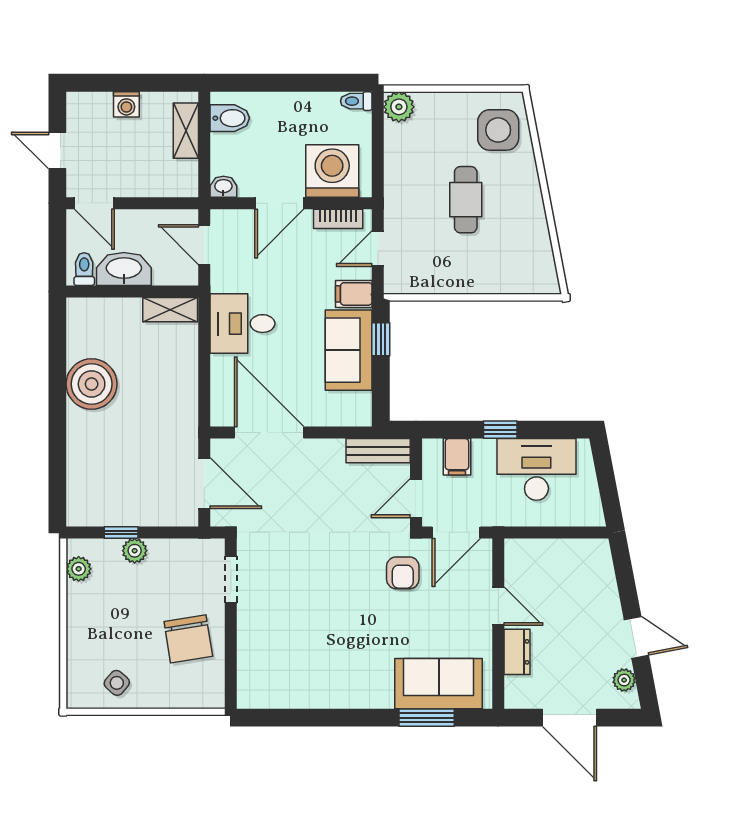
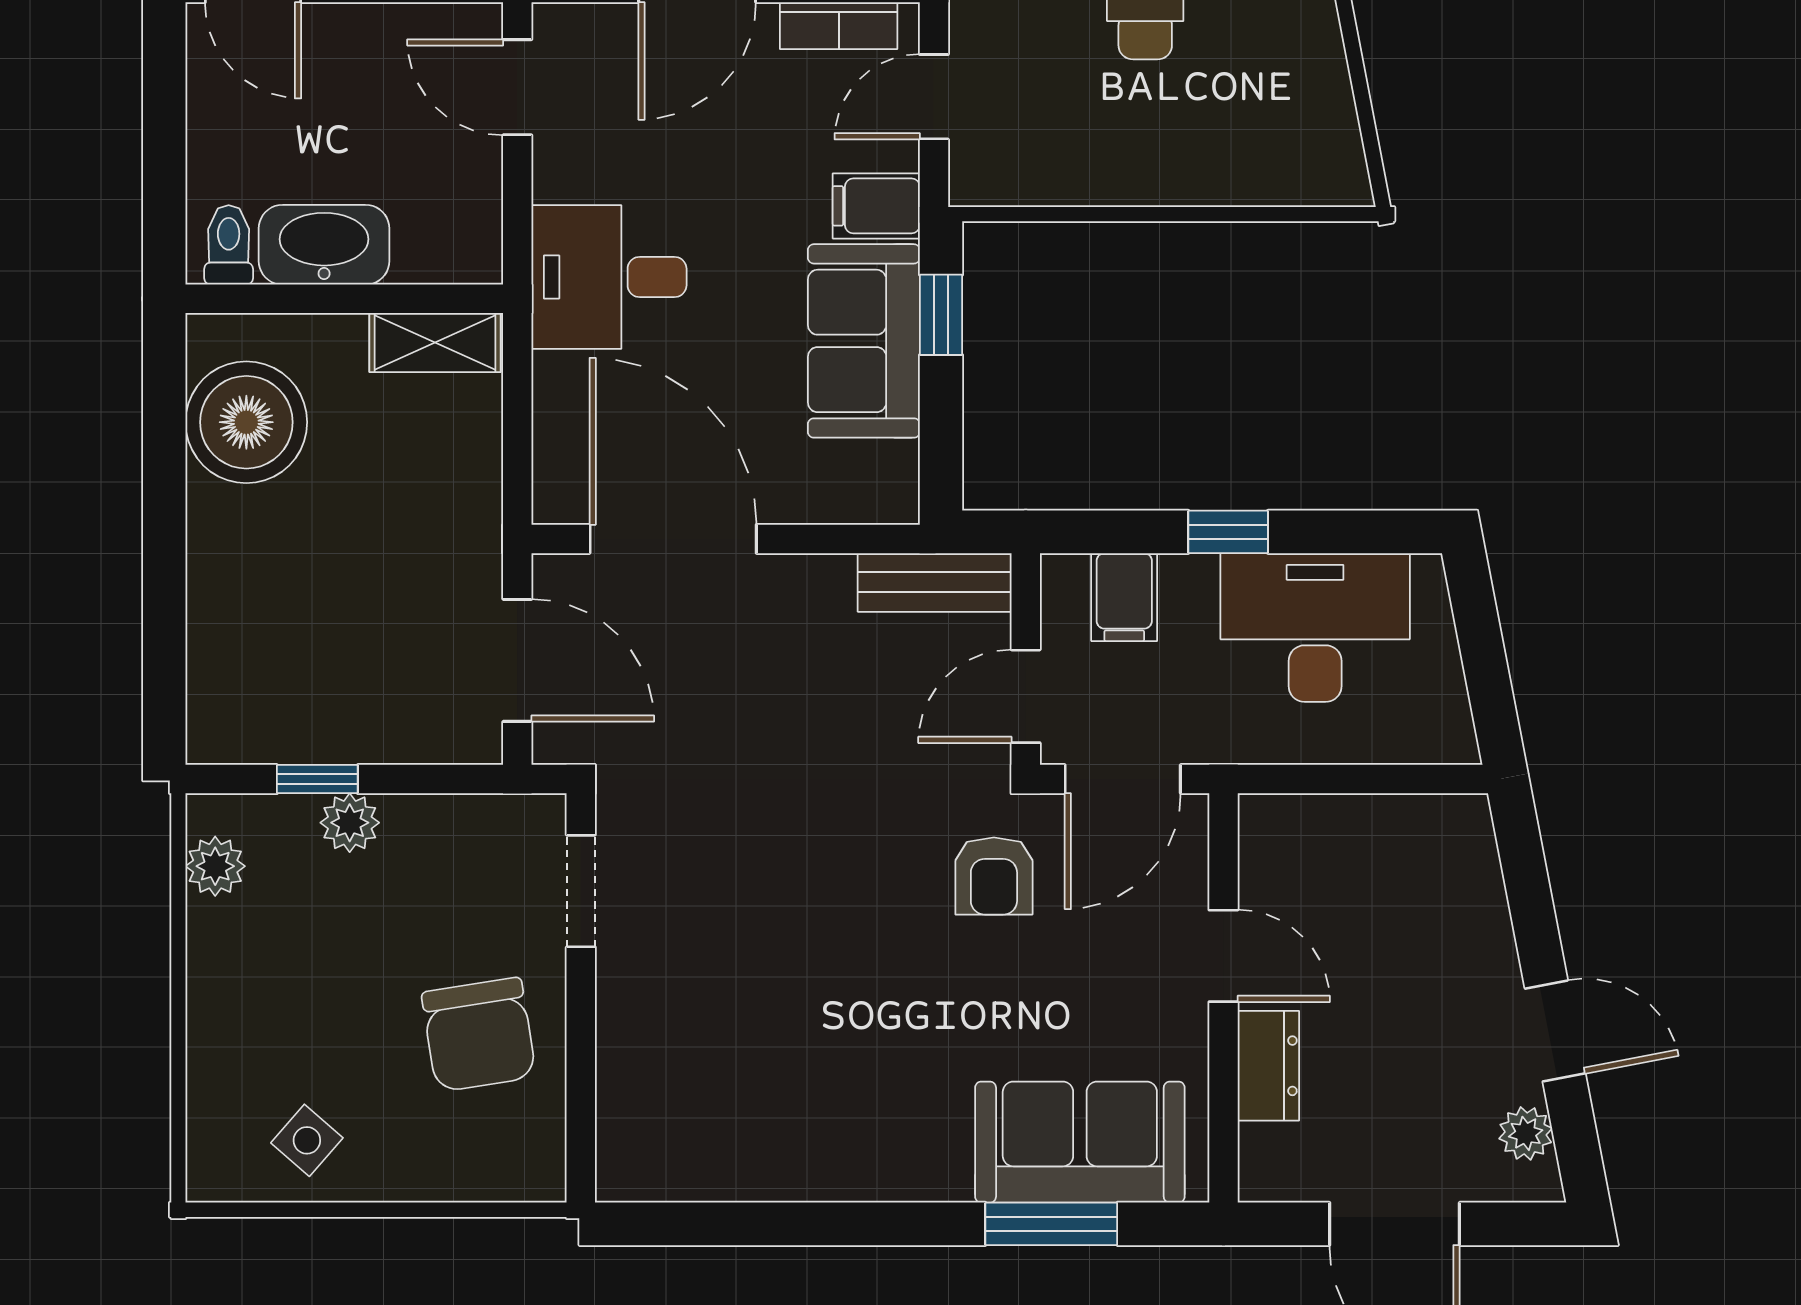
toilet: (84, 269) -> (229, 245), moved
washbasin: (124, 269) -> (324, 245), moved
wall: (132, 291) -> (344, 299), moved
shelving: (170, 310) -> (435, 342), moved

